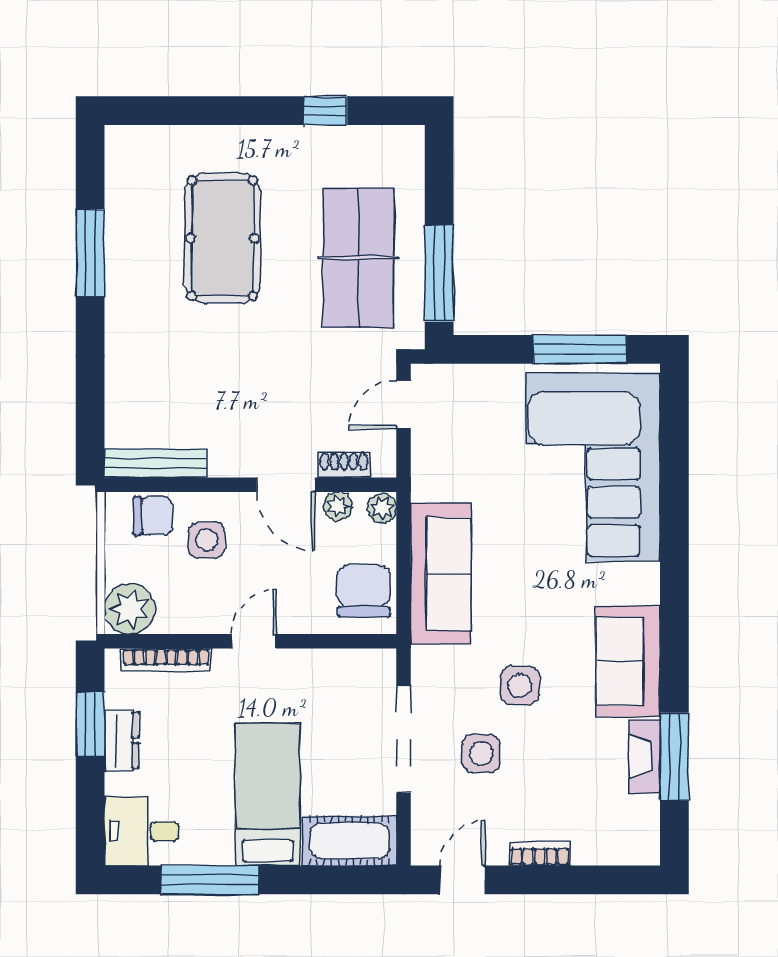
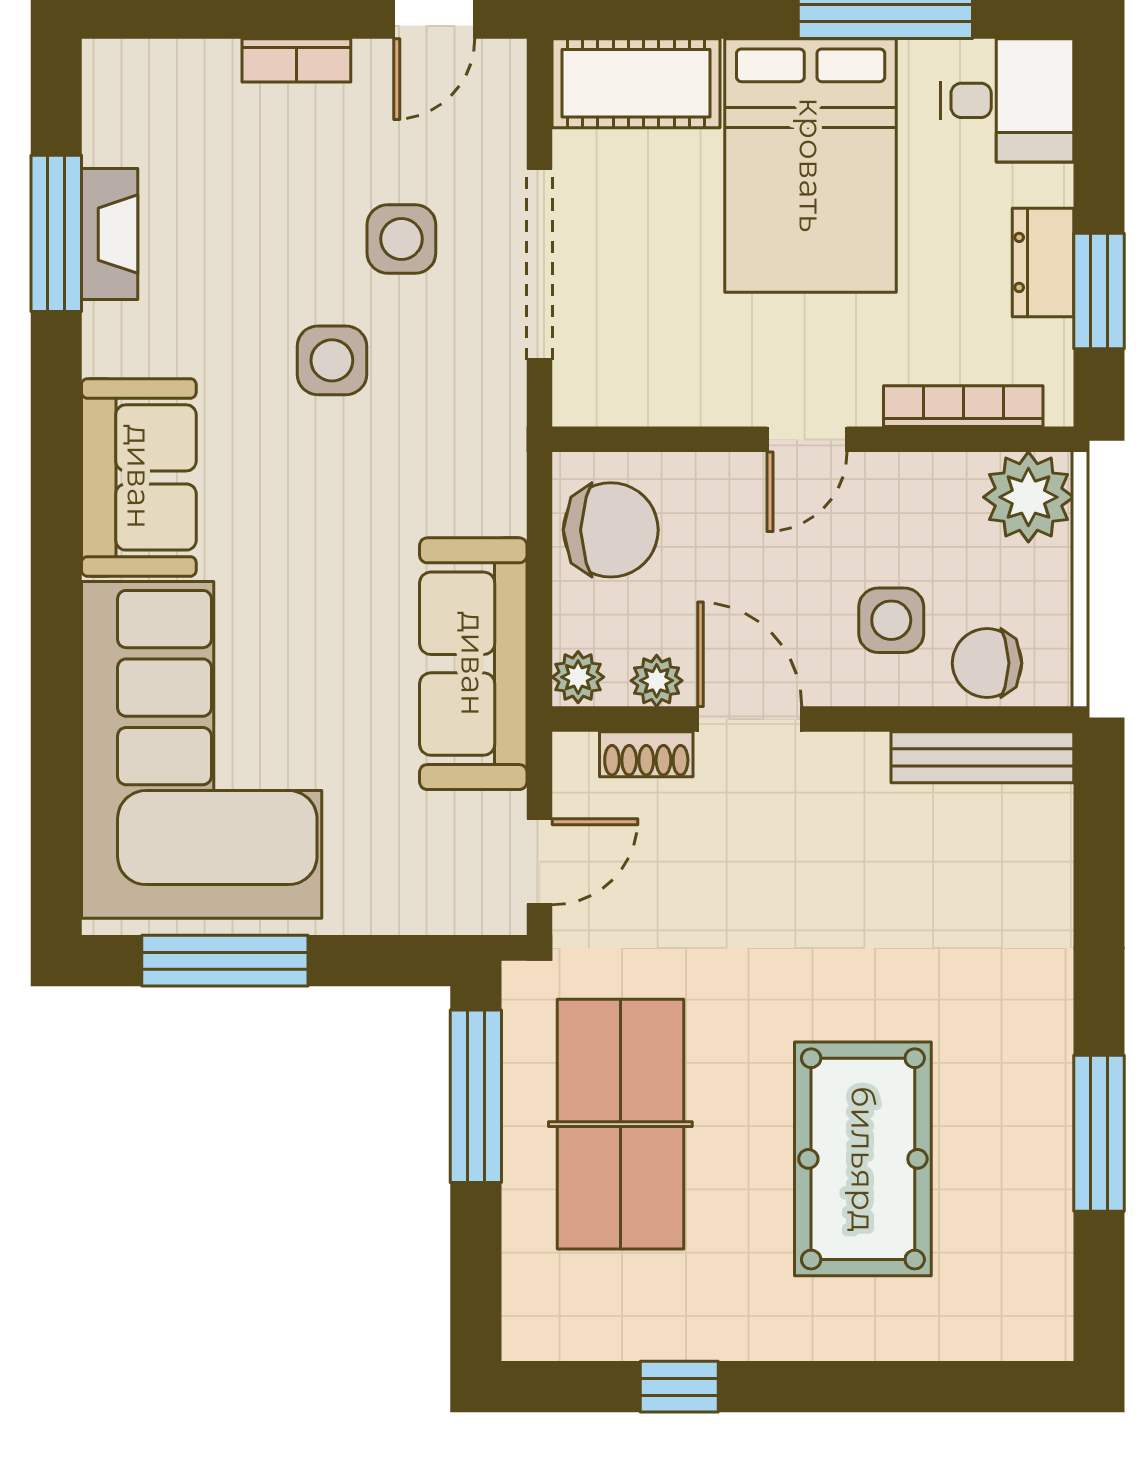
sofa: (441, 574) -> (473, 664), moved
chair: (364, 591) -> (611, 530), turned -90
sofa: (628, 661) -> (139, 477), moved
bed: (268, 795) -> (811, 165), width x1.50

